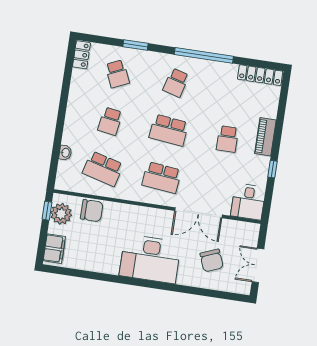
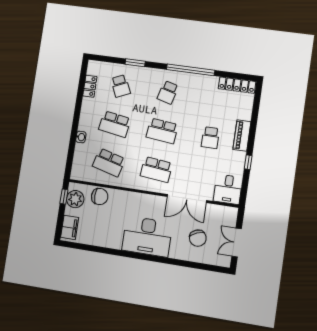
locker: (81, 55) -> (90, 86), moved
school desk: (110, 121) -> (115, 124), width x1.85
washbasin: (65, 153) -> (81, 137), moved

